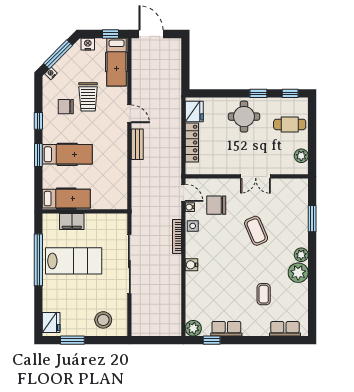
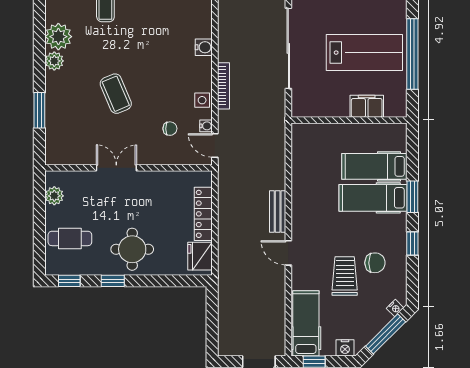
hospital bed: (66, 199) -> (374, 166), moved
chair: (216, 205) -> (170, 129), width x0.54, depth x0.54
lab bench: (74, 261) -> (364, 53), turned 180

